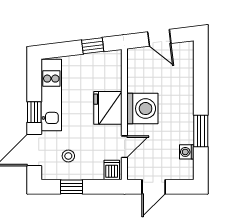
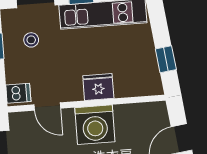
fridge: (108, 108) -> (98, 87), width x0.73, depth x0.75

